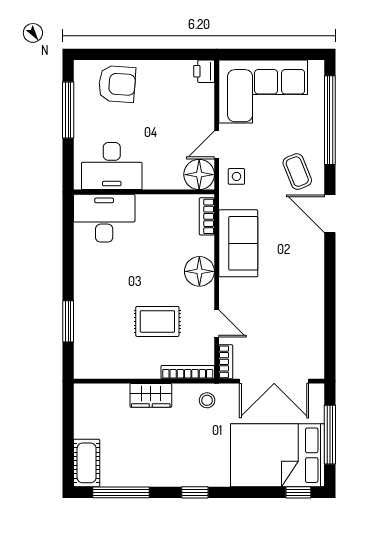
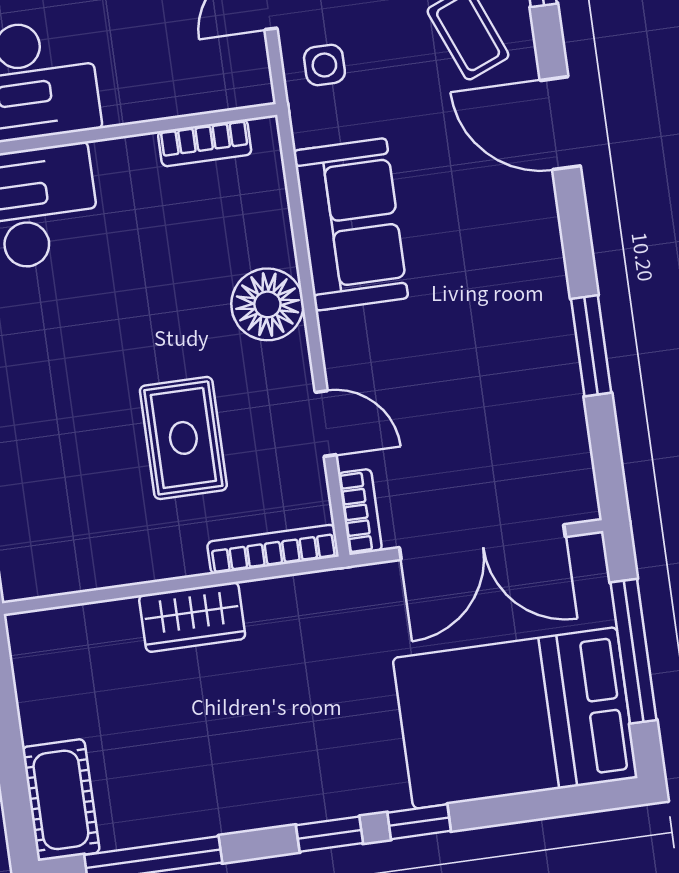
floor lamp: (199, 175) -> (235, 73), removed
bookcase: (207, 216) -> (205, 143), moved, turned -90
window: (330, 307) -> (591, 346), added
rug: (157, 321) -> (183, 438), turned 90
stool: (207, 400) -> (328, 610), removed
window: (298, 492) -> (419, 822), moved

